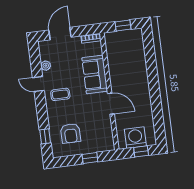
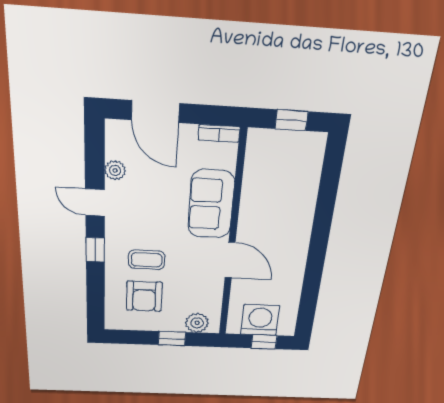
door: (60, 34) -> (155, 112), swing flipped
coffee table: (60, 94) -> (147, 260), moved
window: (45, 136) -> (95, 250), moved
plant: (102, 145) -> (197, 323), added

